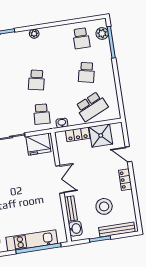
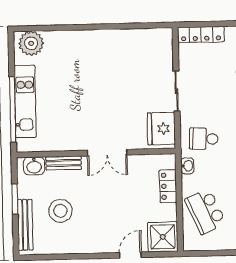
shower: (101, 135) -> (163, 237), moved
locker: (125, 180) -> (95, 246), removed

